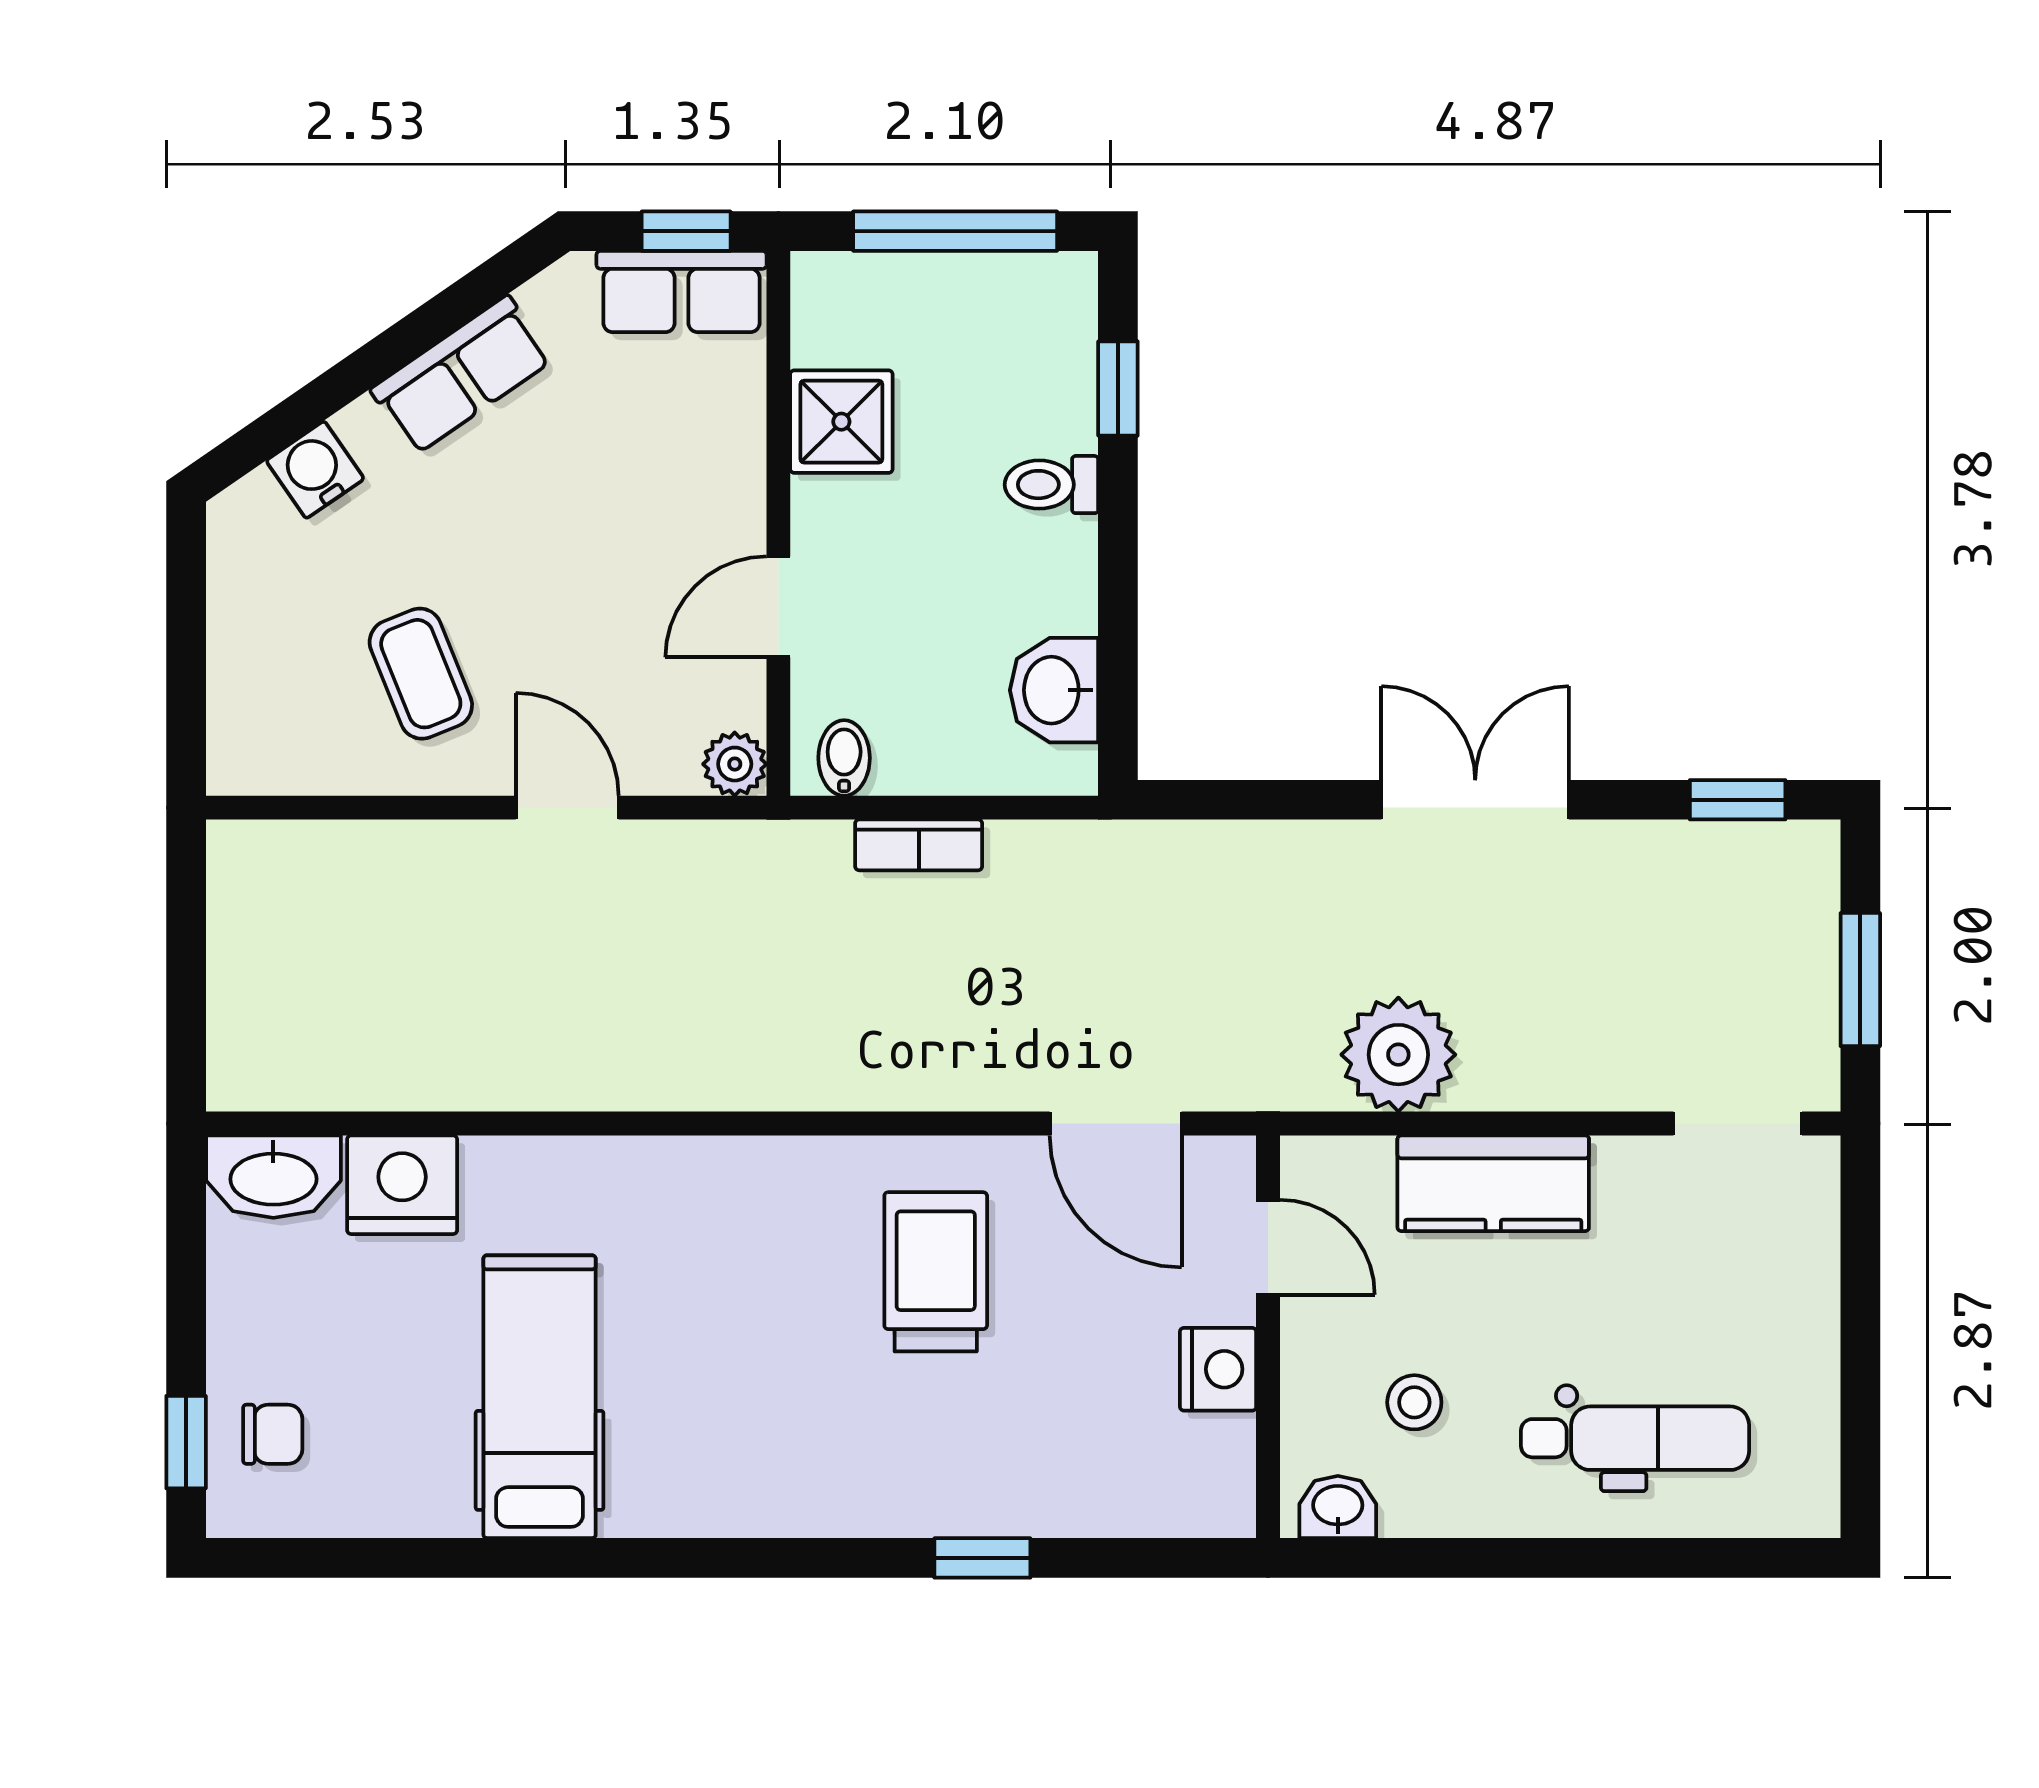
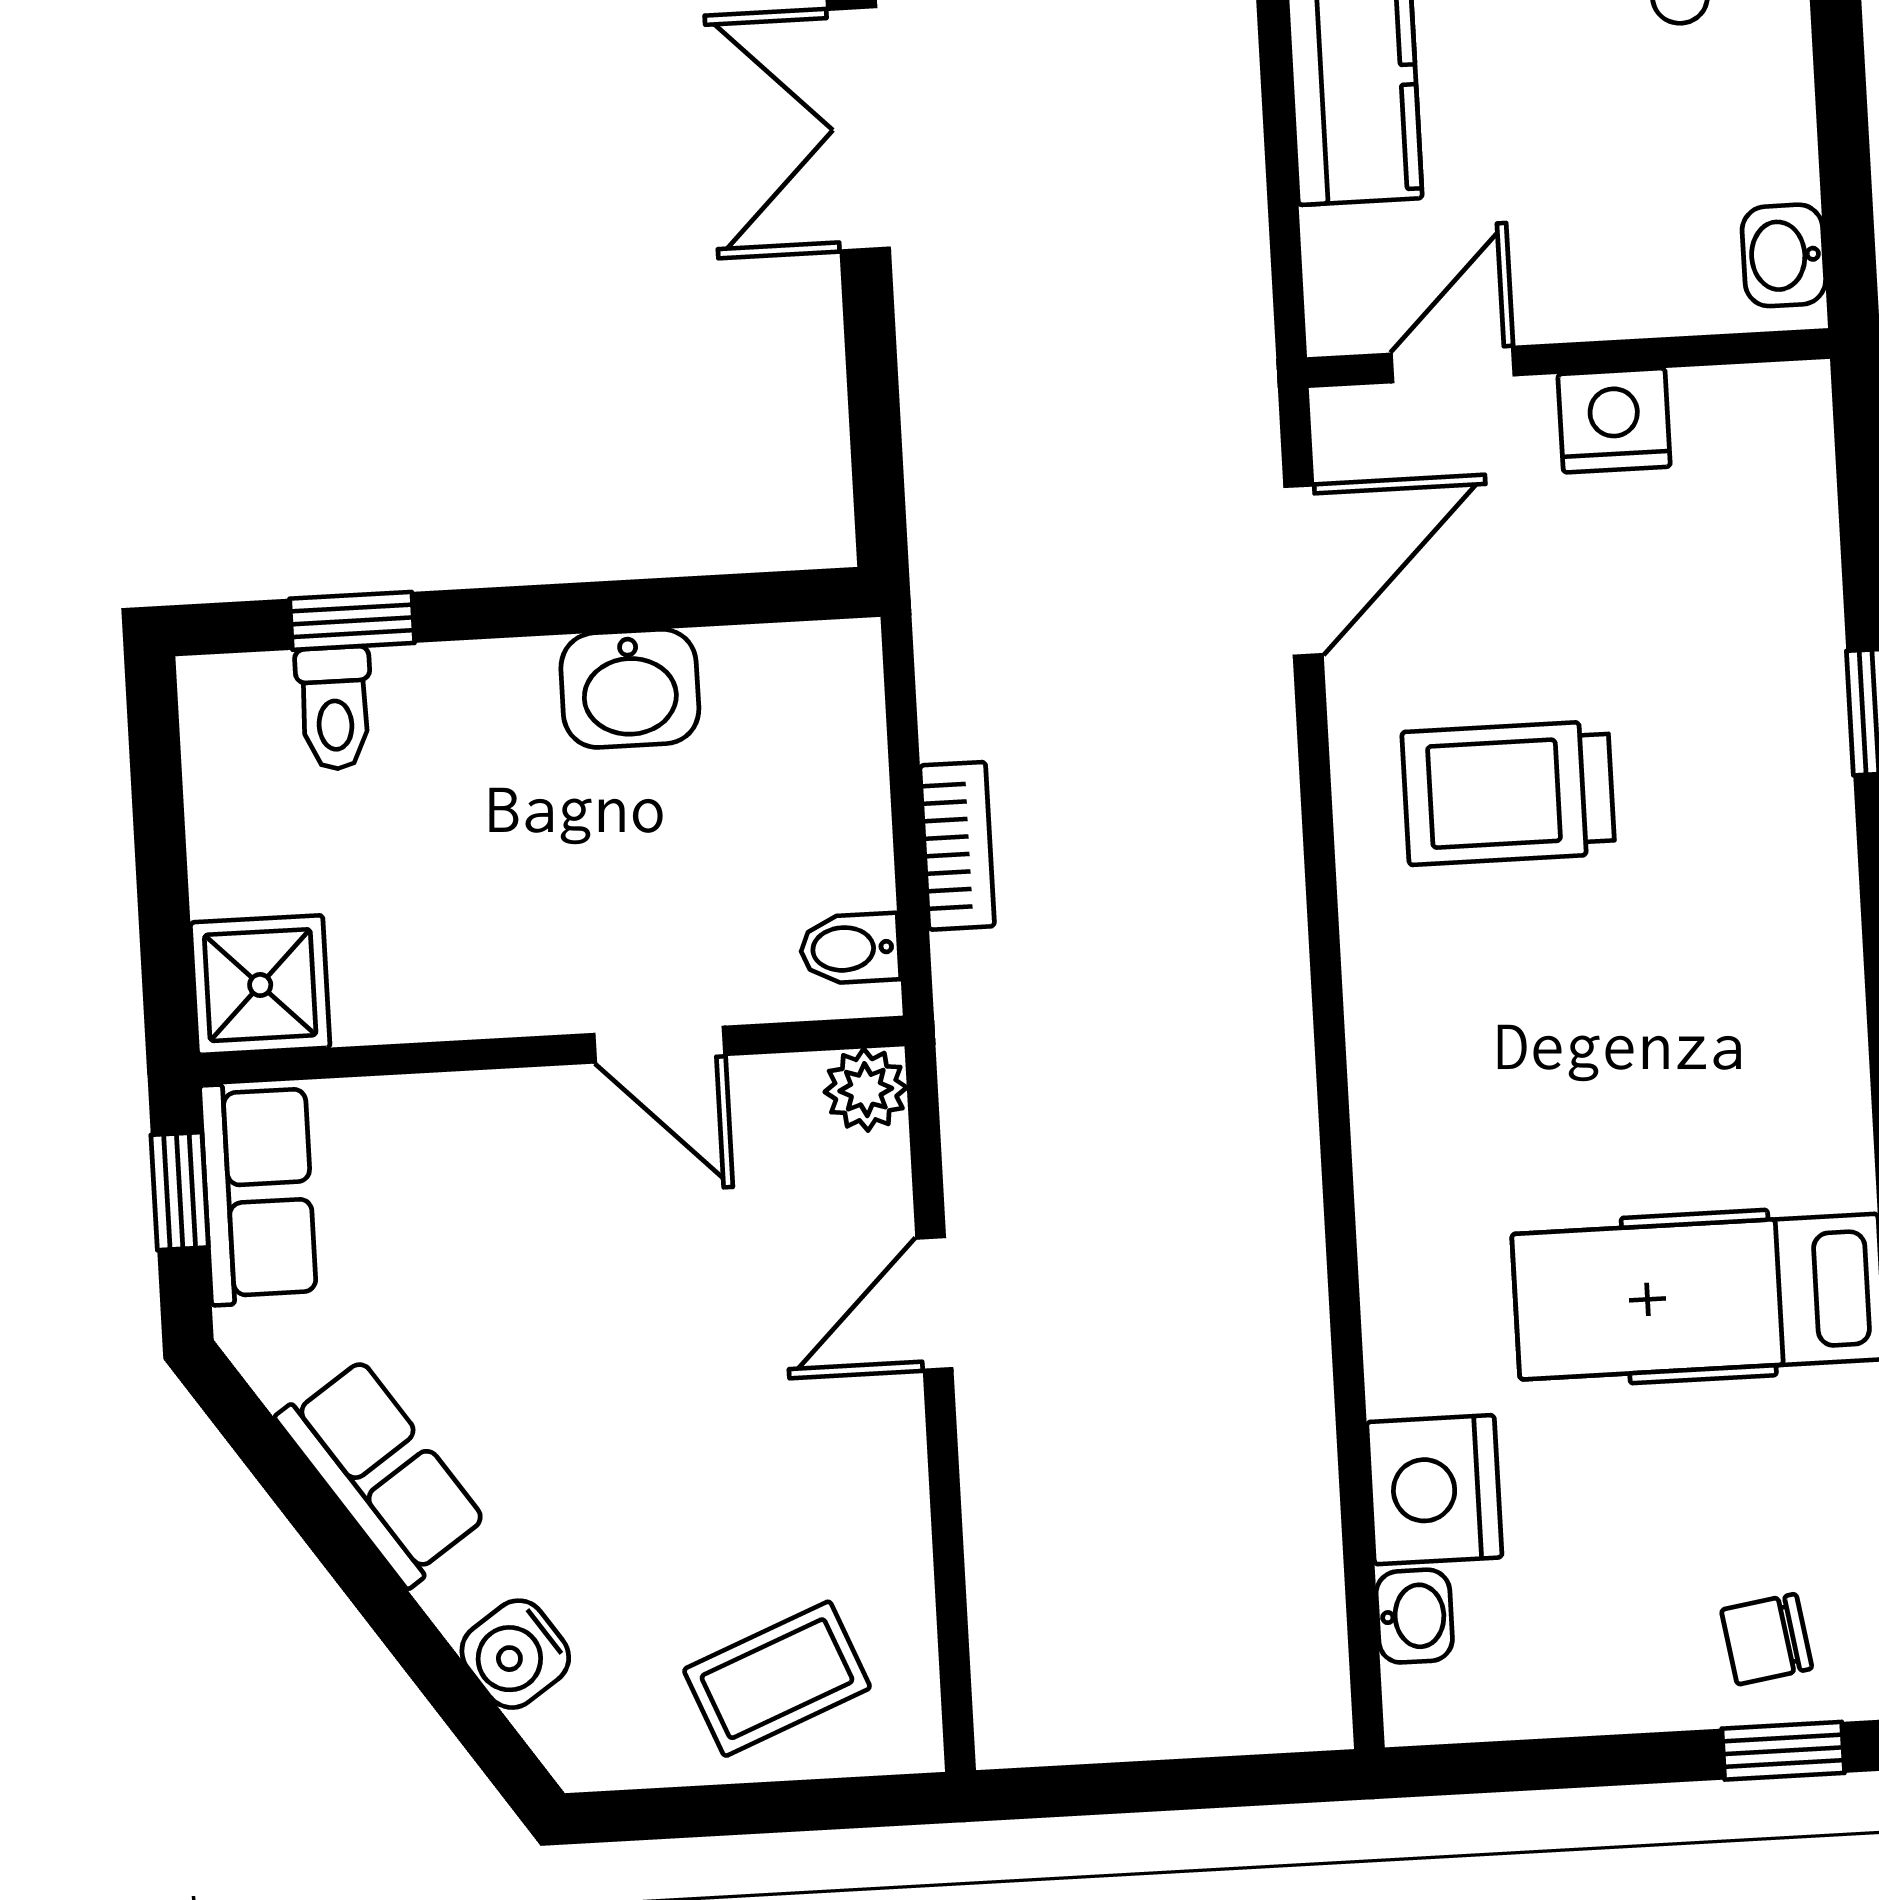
window: (955, 231) -> (160, 843), removed
shower: (841, 422) -> (260, 985), moved
toilet: (1051, 485) -> (335, 708), moved
coffee table: (421, 674) -> (777, 1679), moved
washbasin: (1054, 690) -> (630, 688), moved
plant: (1398, 1055) -> (1194, 210), removed
washbasin: (273, 1177) -> (1414, 1616), width x0.52, depth x0.69
stool: (1414, 1402) -> (1643, 164), removed
chair: (273, 1434) -> (1767, 1639), turned -99

